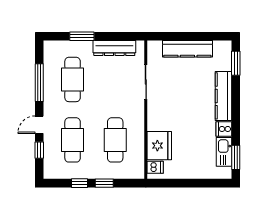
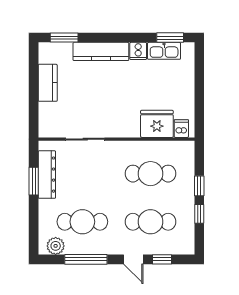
window: (82, 36) -> (34, 181), moved
kitchen counter: (187, 49) -> (48, 83), width x0.67
plant: (51, 56) -> (56, 246), added

